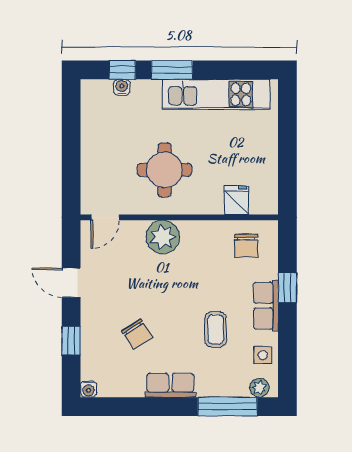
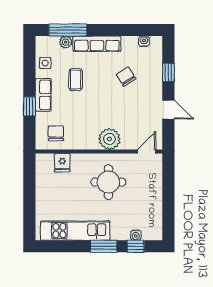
row of seats: (170, 385) -> (97, 44), width x1.48
plant: (259, 388) -> (66, 42), moved
water cooler: (89, 389) -> (144, 41), moved

